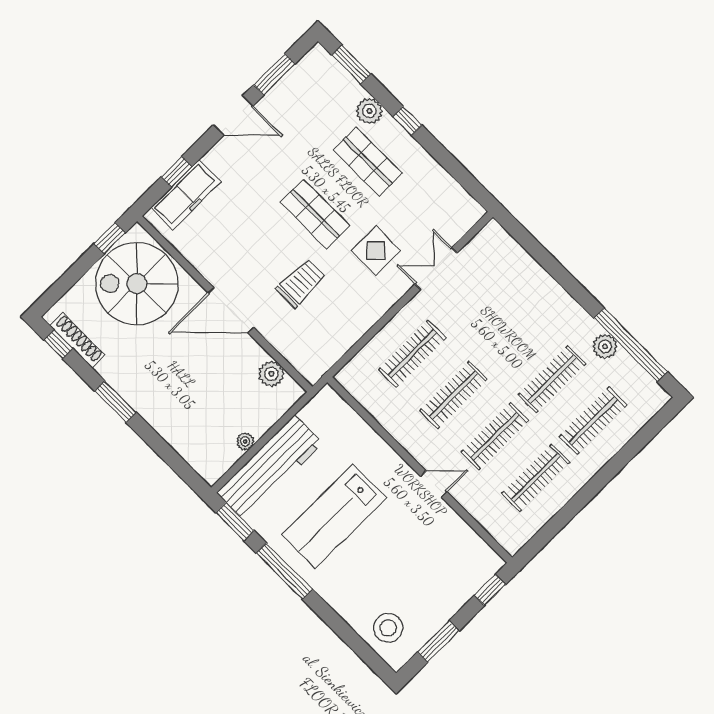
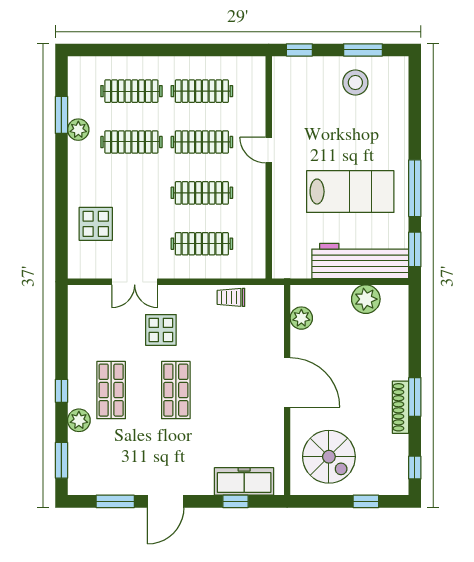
door: (233, 115) -> (166, 501), swing flipped
window: (110, 238) -> (366, 501), moved
trolley: (301, 283) -> (231, 297), moved, width x0.73, depth x0.72
spiral stairs: (137, 284) -> (329, 457), width x0.73, depth x0.73
display table: (515, 284) -> (96, 224), added
shoe rack: (77, 340) -> (401, 407), moved
window: (631, 345) -> (61, 115), width x0.47
plant: (245, 441) -> (366, 299), width x1.87, depth x1.87
stool: (388, 628) -> (355, 82), moved

